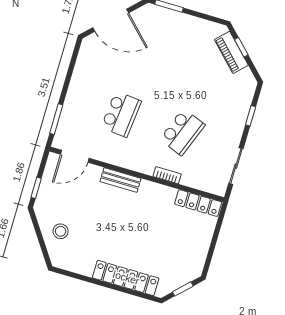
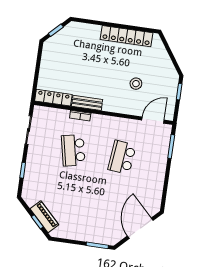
door: (111, 20) -> (140, 228), hinge flipped
school desk: (182, 132) -> (73, 150), turned -33
bench: (120, 180) -> (87, 103), moved
stool: (61, 231) -> (136, 84), moved
locker: (126, 278) -> (126, 36), moved

